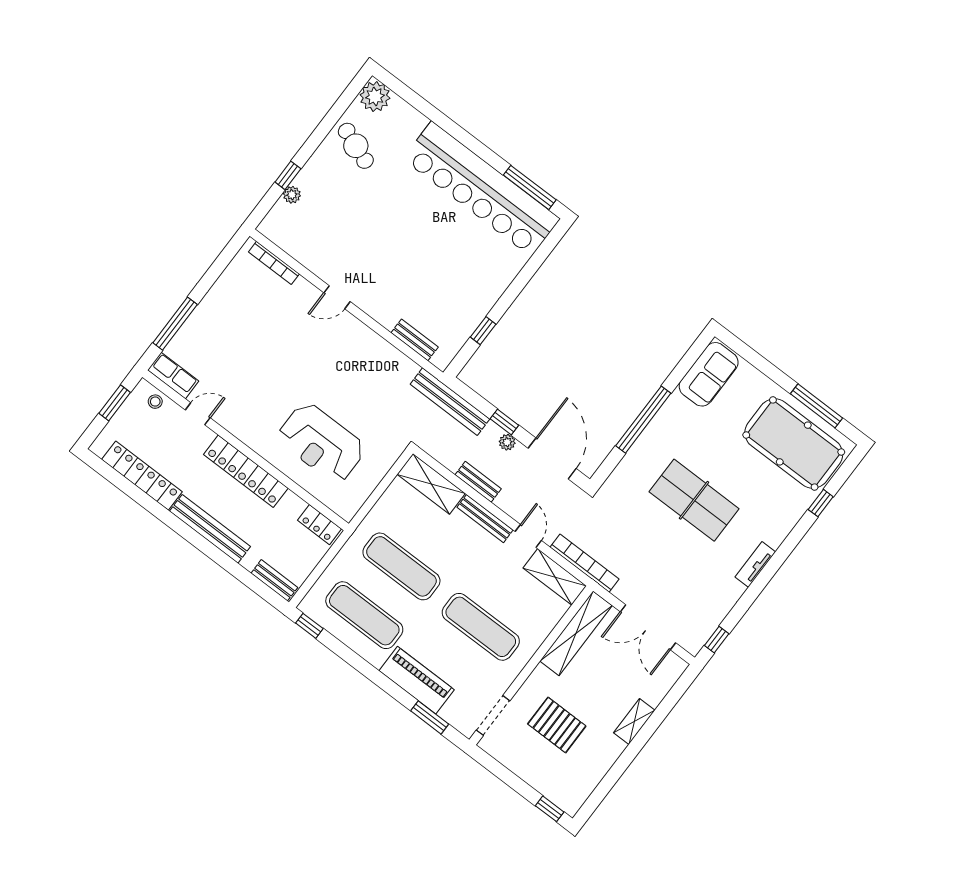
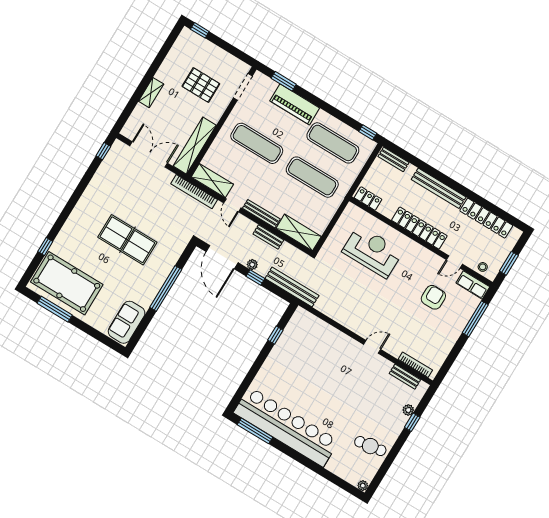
plant: (375, 97) -> (363, 486), width x0.53, depth x0.53
cafe table: (356, 146) -> (370, 446), turned -30
bench: (415, 340) -> (405, 377), moved
armchair: (235, 363) -> (433, 297), added
tv unit: (755, 565) -> (83, 202), removed

